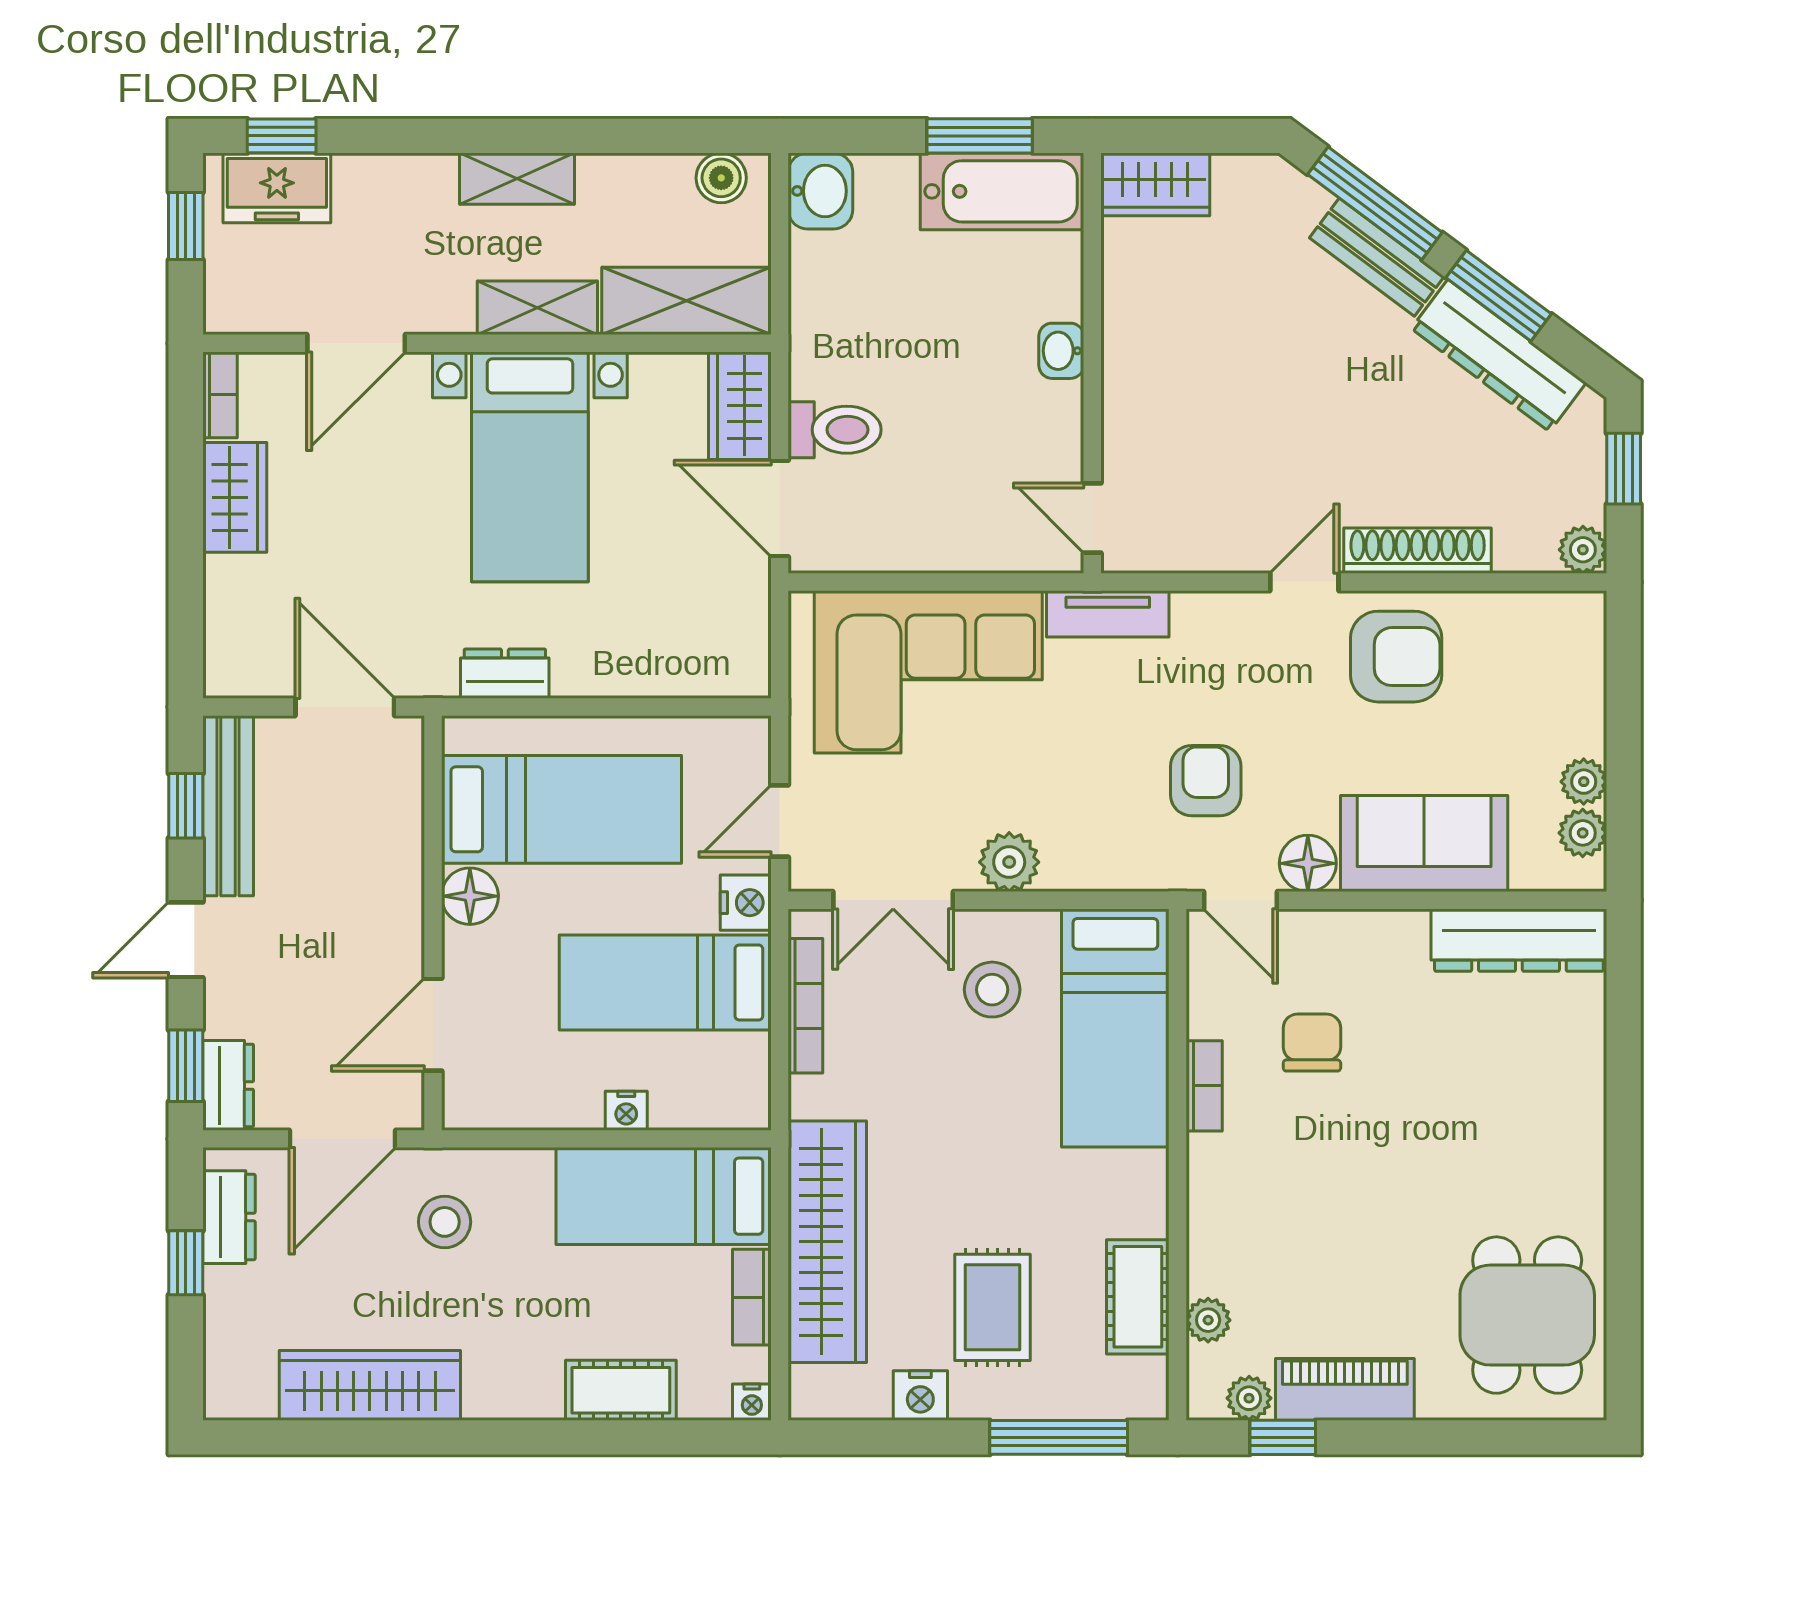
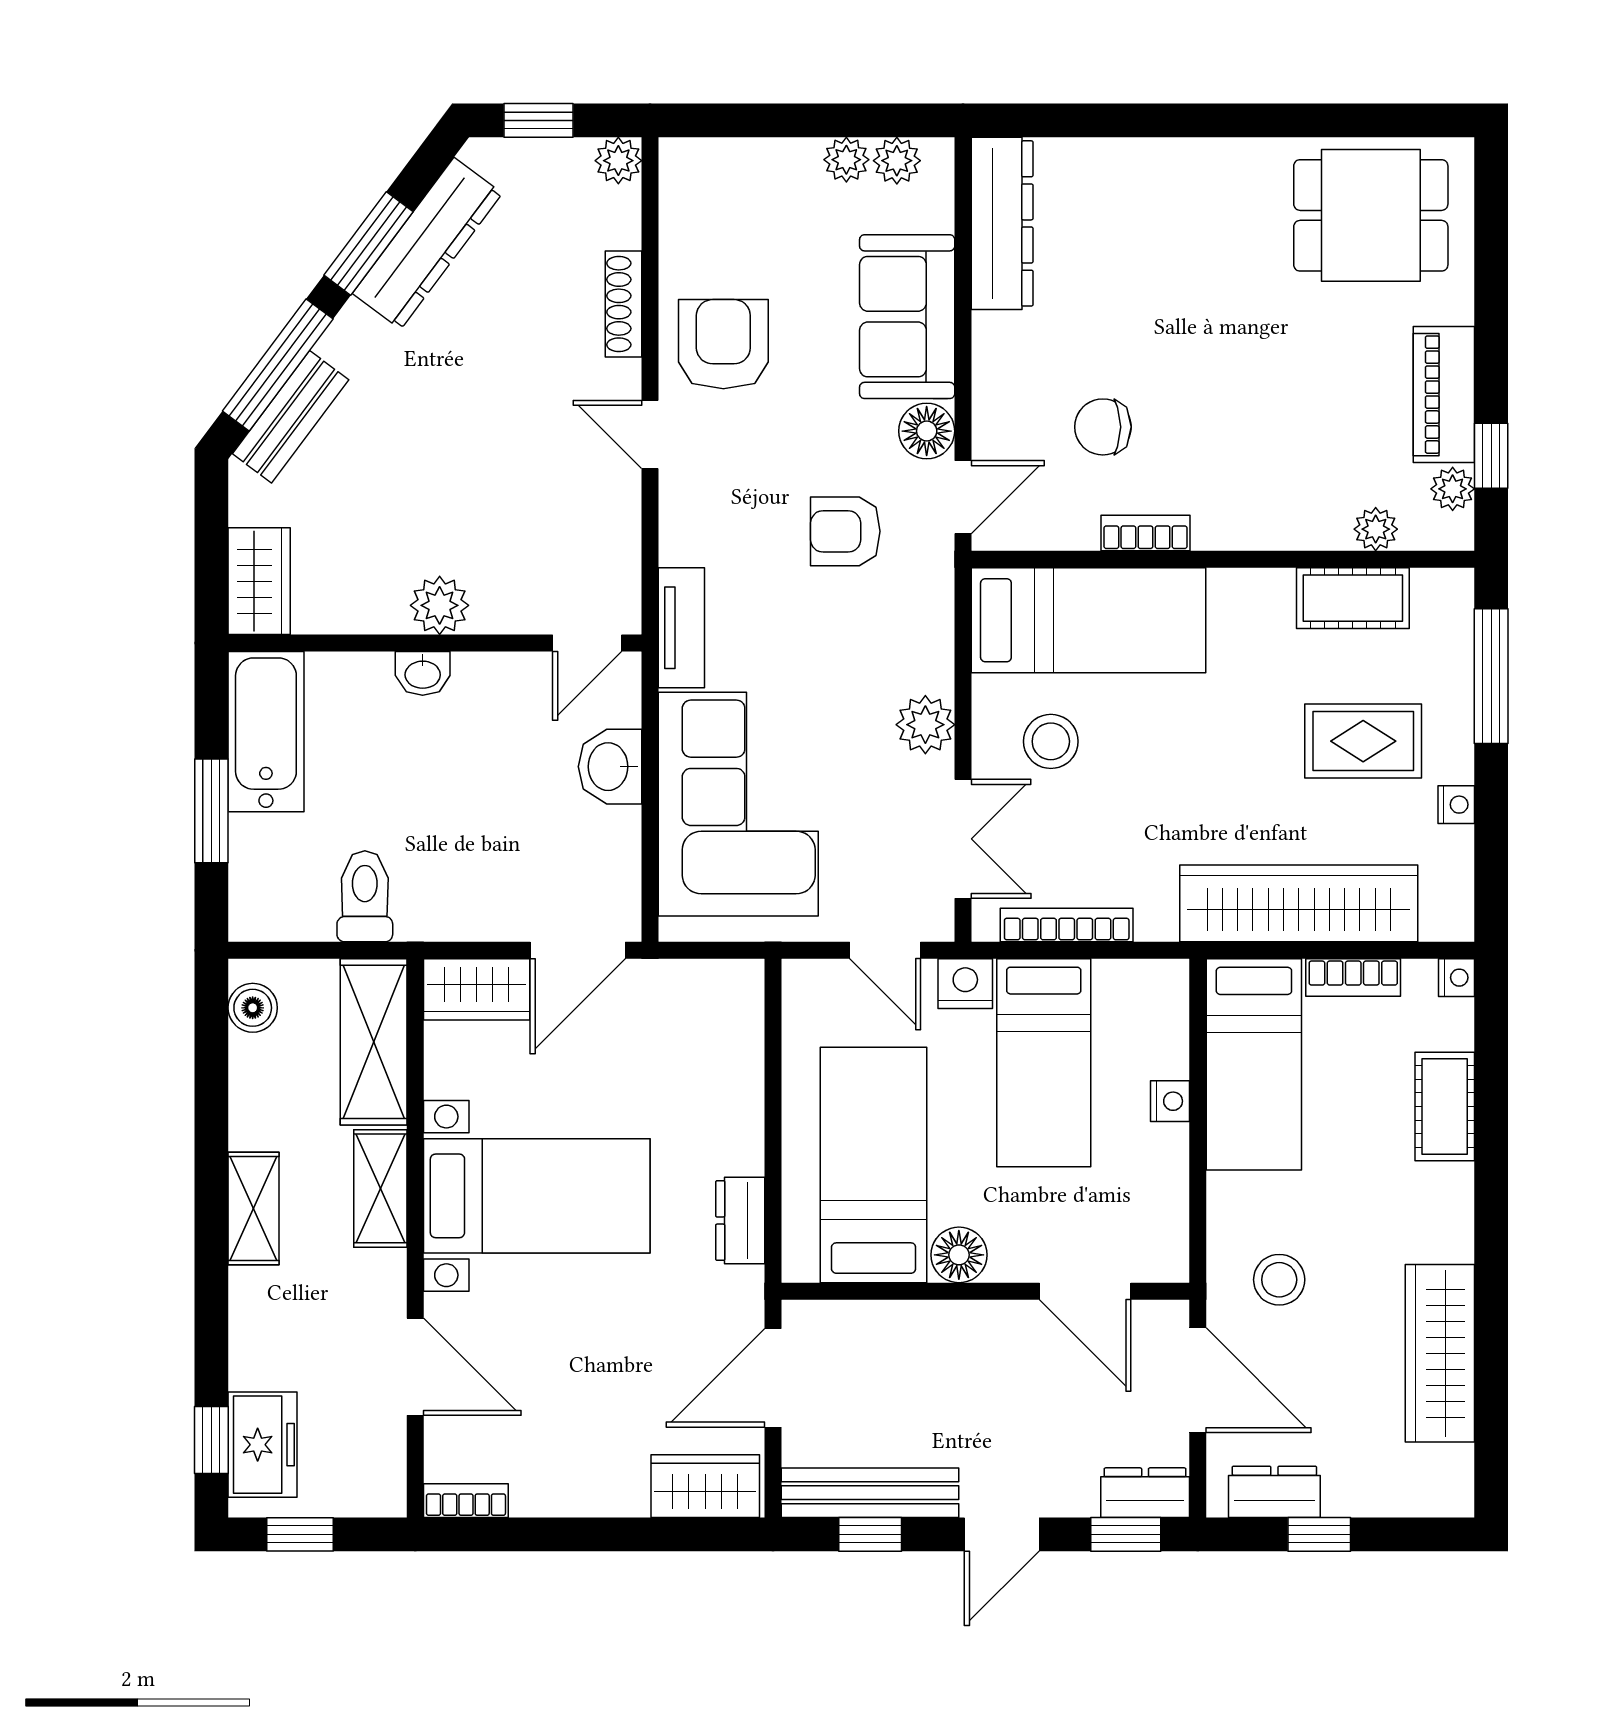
window: (980, 136) -> (211, 811), moved
washbasin: (820, 191) -> (610, 767), moved, turned -90
bench: (1377, 257) -> (291, 417), moved
plant: (1130, 368) -> (440, 605), added
toilet: (835, 430) -> (365, 896), moved
wardrobe: (235, 497) -> (705, 1486), moved
shoe rack: (1418, 551) -> (624, 304), width x0.74, depth x0.81
door: (186, 940) -> (1002, 1534), hinge flipped
nightstand: (920, 1396) -> (1456, 805), width x0.72, depth x0.74

